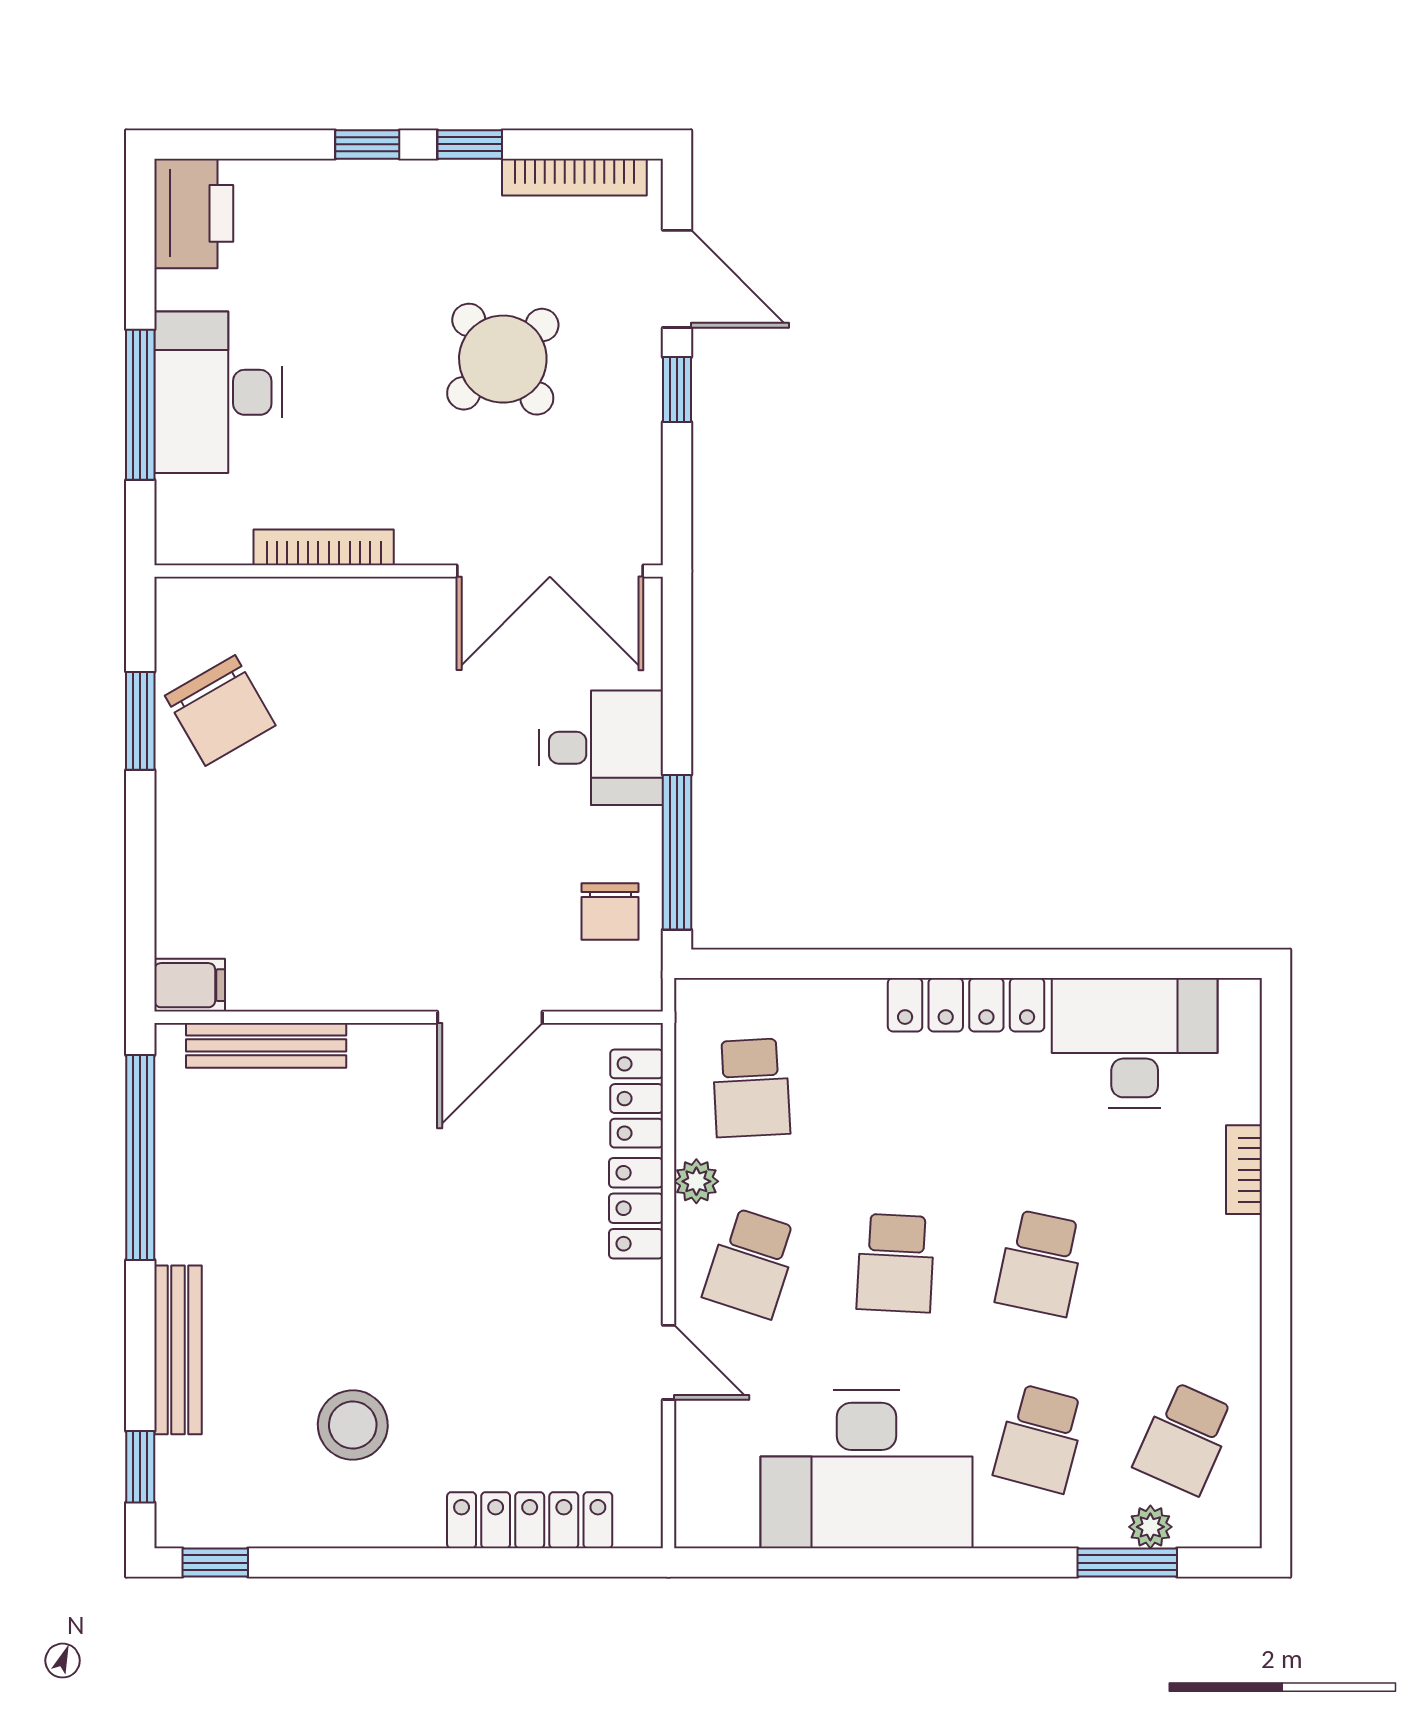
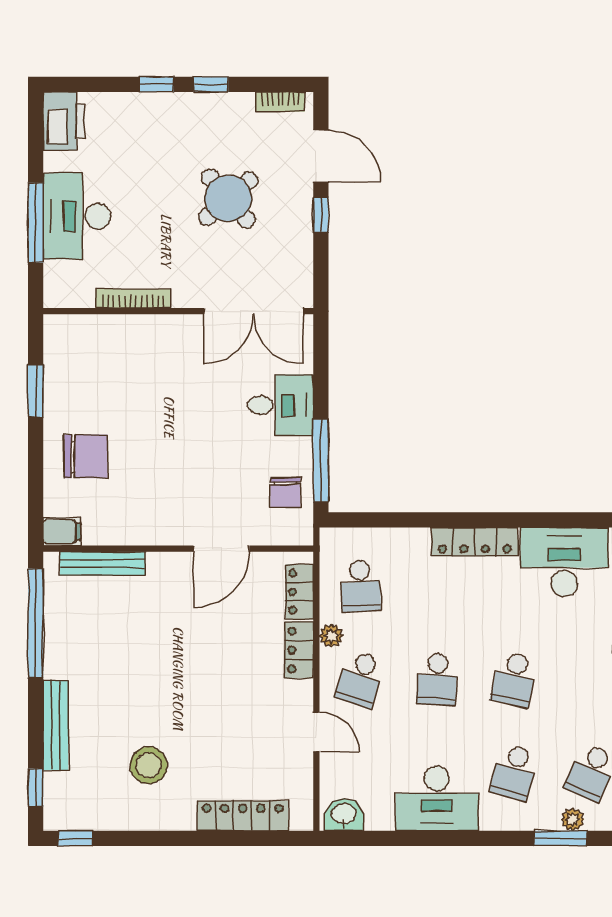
bookcase: (574, 177) -> (280, 102), width x0.64
chair: (220, 711) -> (86, 456), moved, turned -60
desk: (867, 1469) -> (437, 798), width x0.73, depth x0.77
washbasin: (720, 1518) -> (344, 815), added

